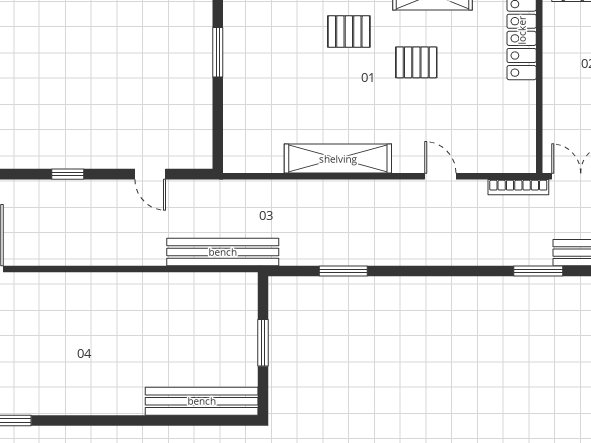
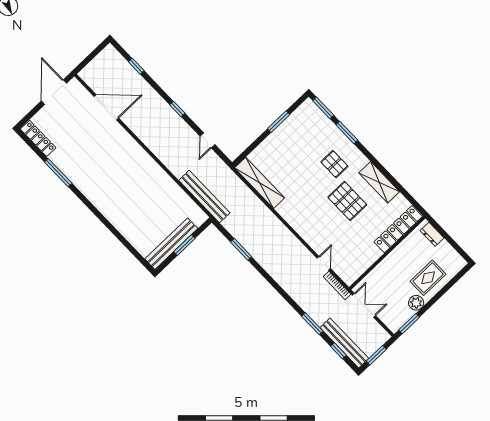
pallet: (416, 62) -> (347, 201), width x1.50, depth x1.42
shelving: (338, 159) -> (260, 183), moved
door: (440, 176) -> (324, 263), moved
bench: (202, 401) -> (171, 244), moved, turned 90

